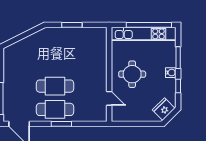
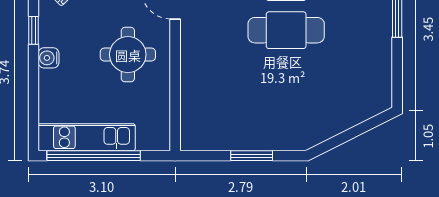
kitchen unit: (144, 34) -> (87, 137), width x0.73
window: (178, 58) -> (34, 88), removed

